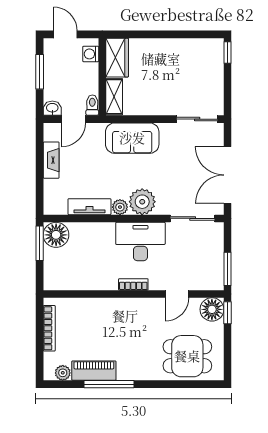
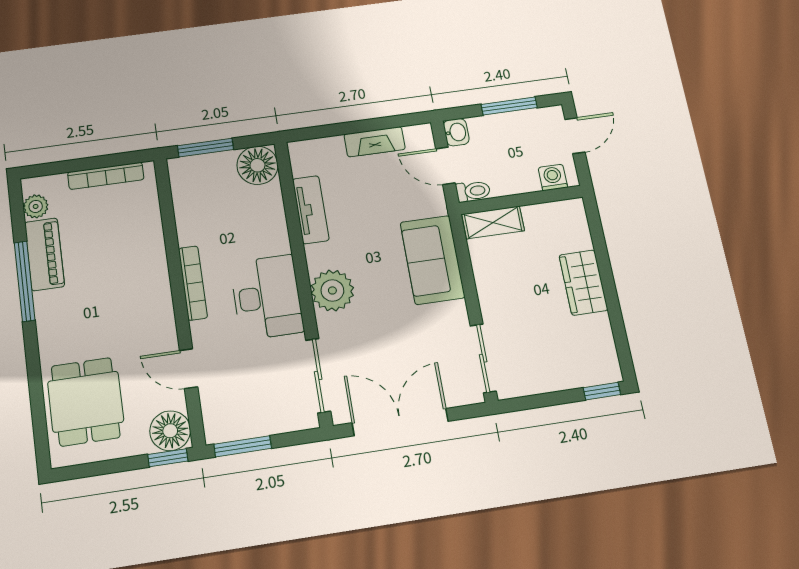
wardrobe: (117, 58) -> (583, 283), moved, turned 90
plant: (120, 207) -> (318, 257), removed
window: (40, 243) -> (205, 148), moved
bookcase: (133, 284) -> (193, 283), width x1.56

